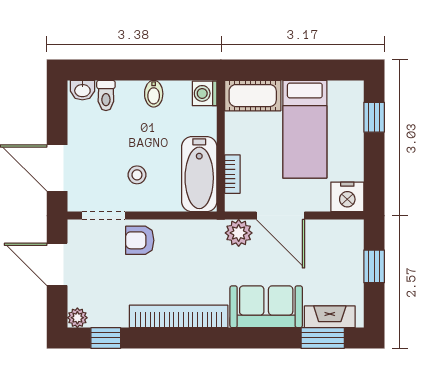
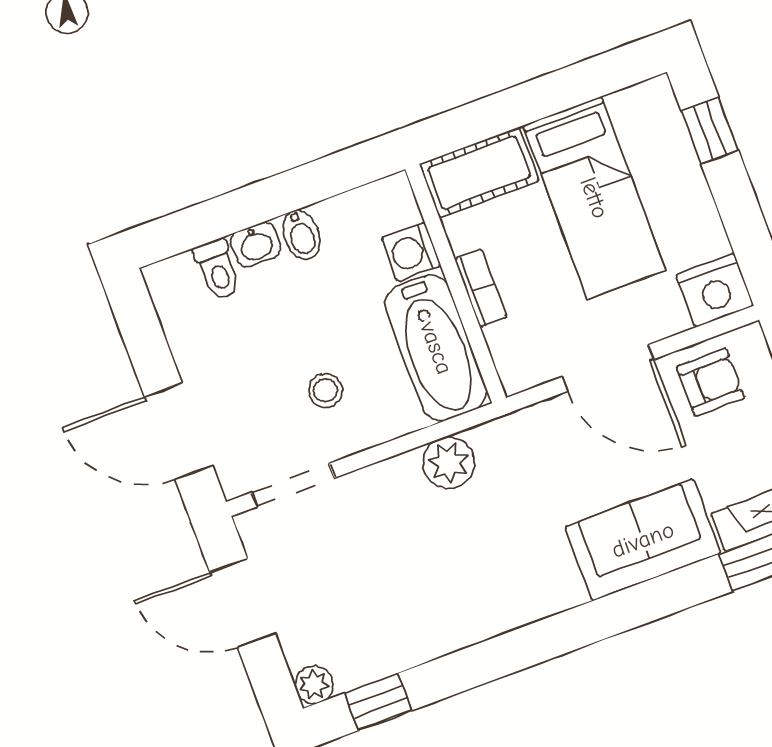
washbasin: (82, 90) -> (256, 244), moved
washing machine: (205, 93) -> (411, 252), moved
bookcase: (232, 174) -> (481, 288), moved
plant: (239, 233) -> (449, 463), moved
armchair: (140, 240) -> (711, 382), moved, turned 180
bookcase: (179, 316) -> (493, 615), removed

